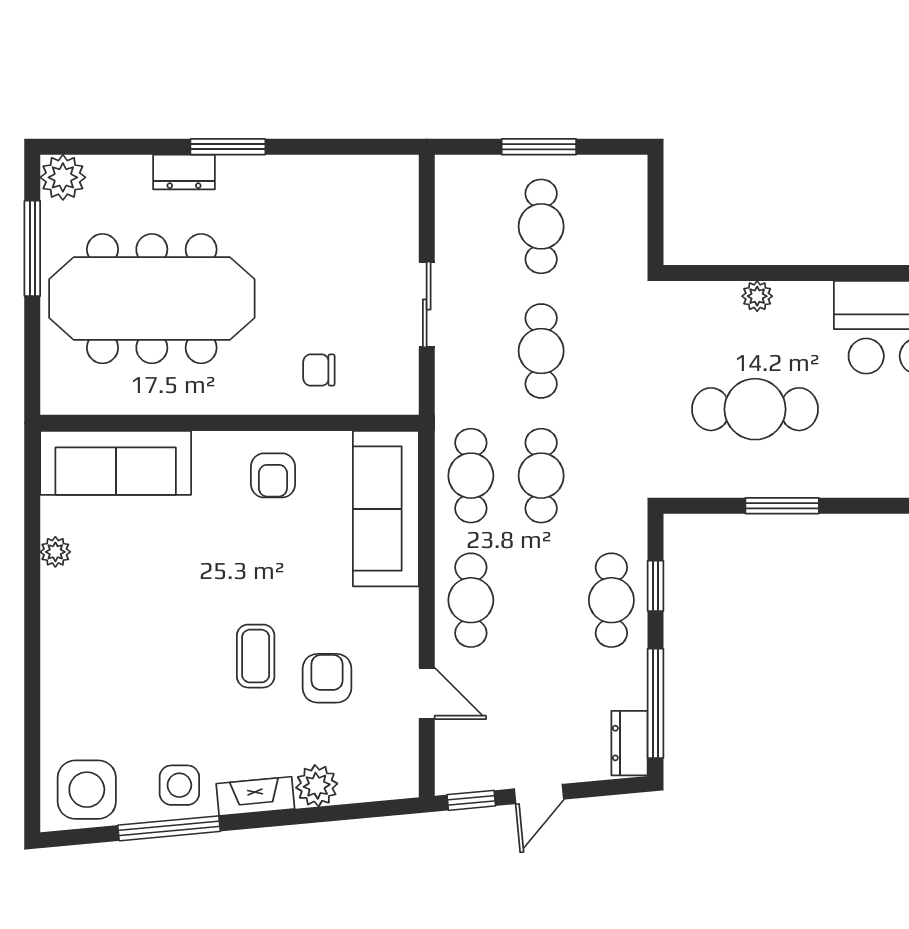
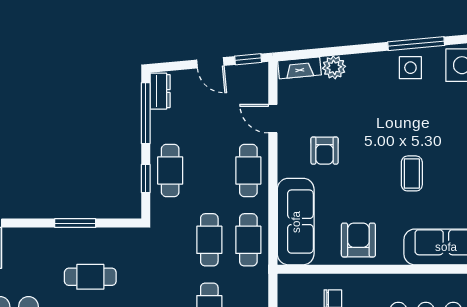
cafe table: (755, 409) -> (90, 277), width x0.73, depth x0.74
armchair: (273, 475) -> (358, 240), width x1.38, depth x1.38
coffee table: (256, 656) -> (412, 173), moved
armchair: (327, 678) -> (325, 151), moved
door: (539, 794) -> (210, 63), swing flipped
fireplace: (255, 796) -> (299, 68), moved

